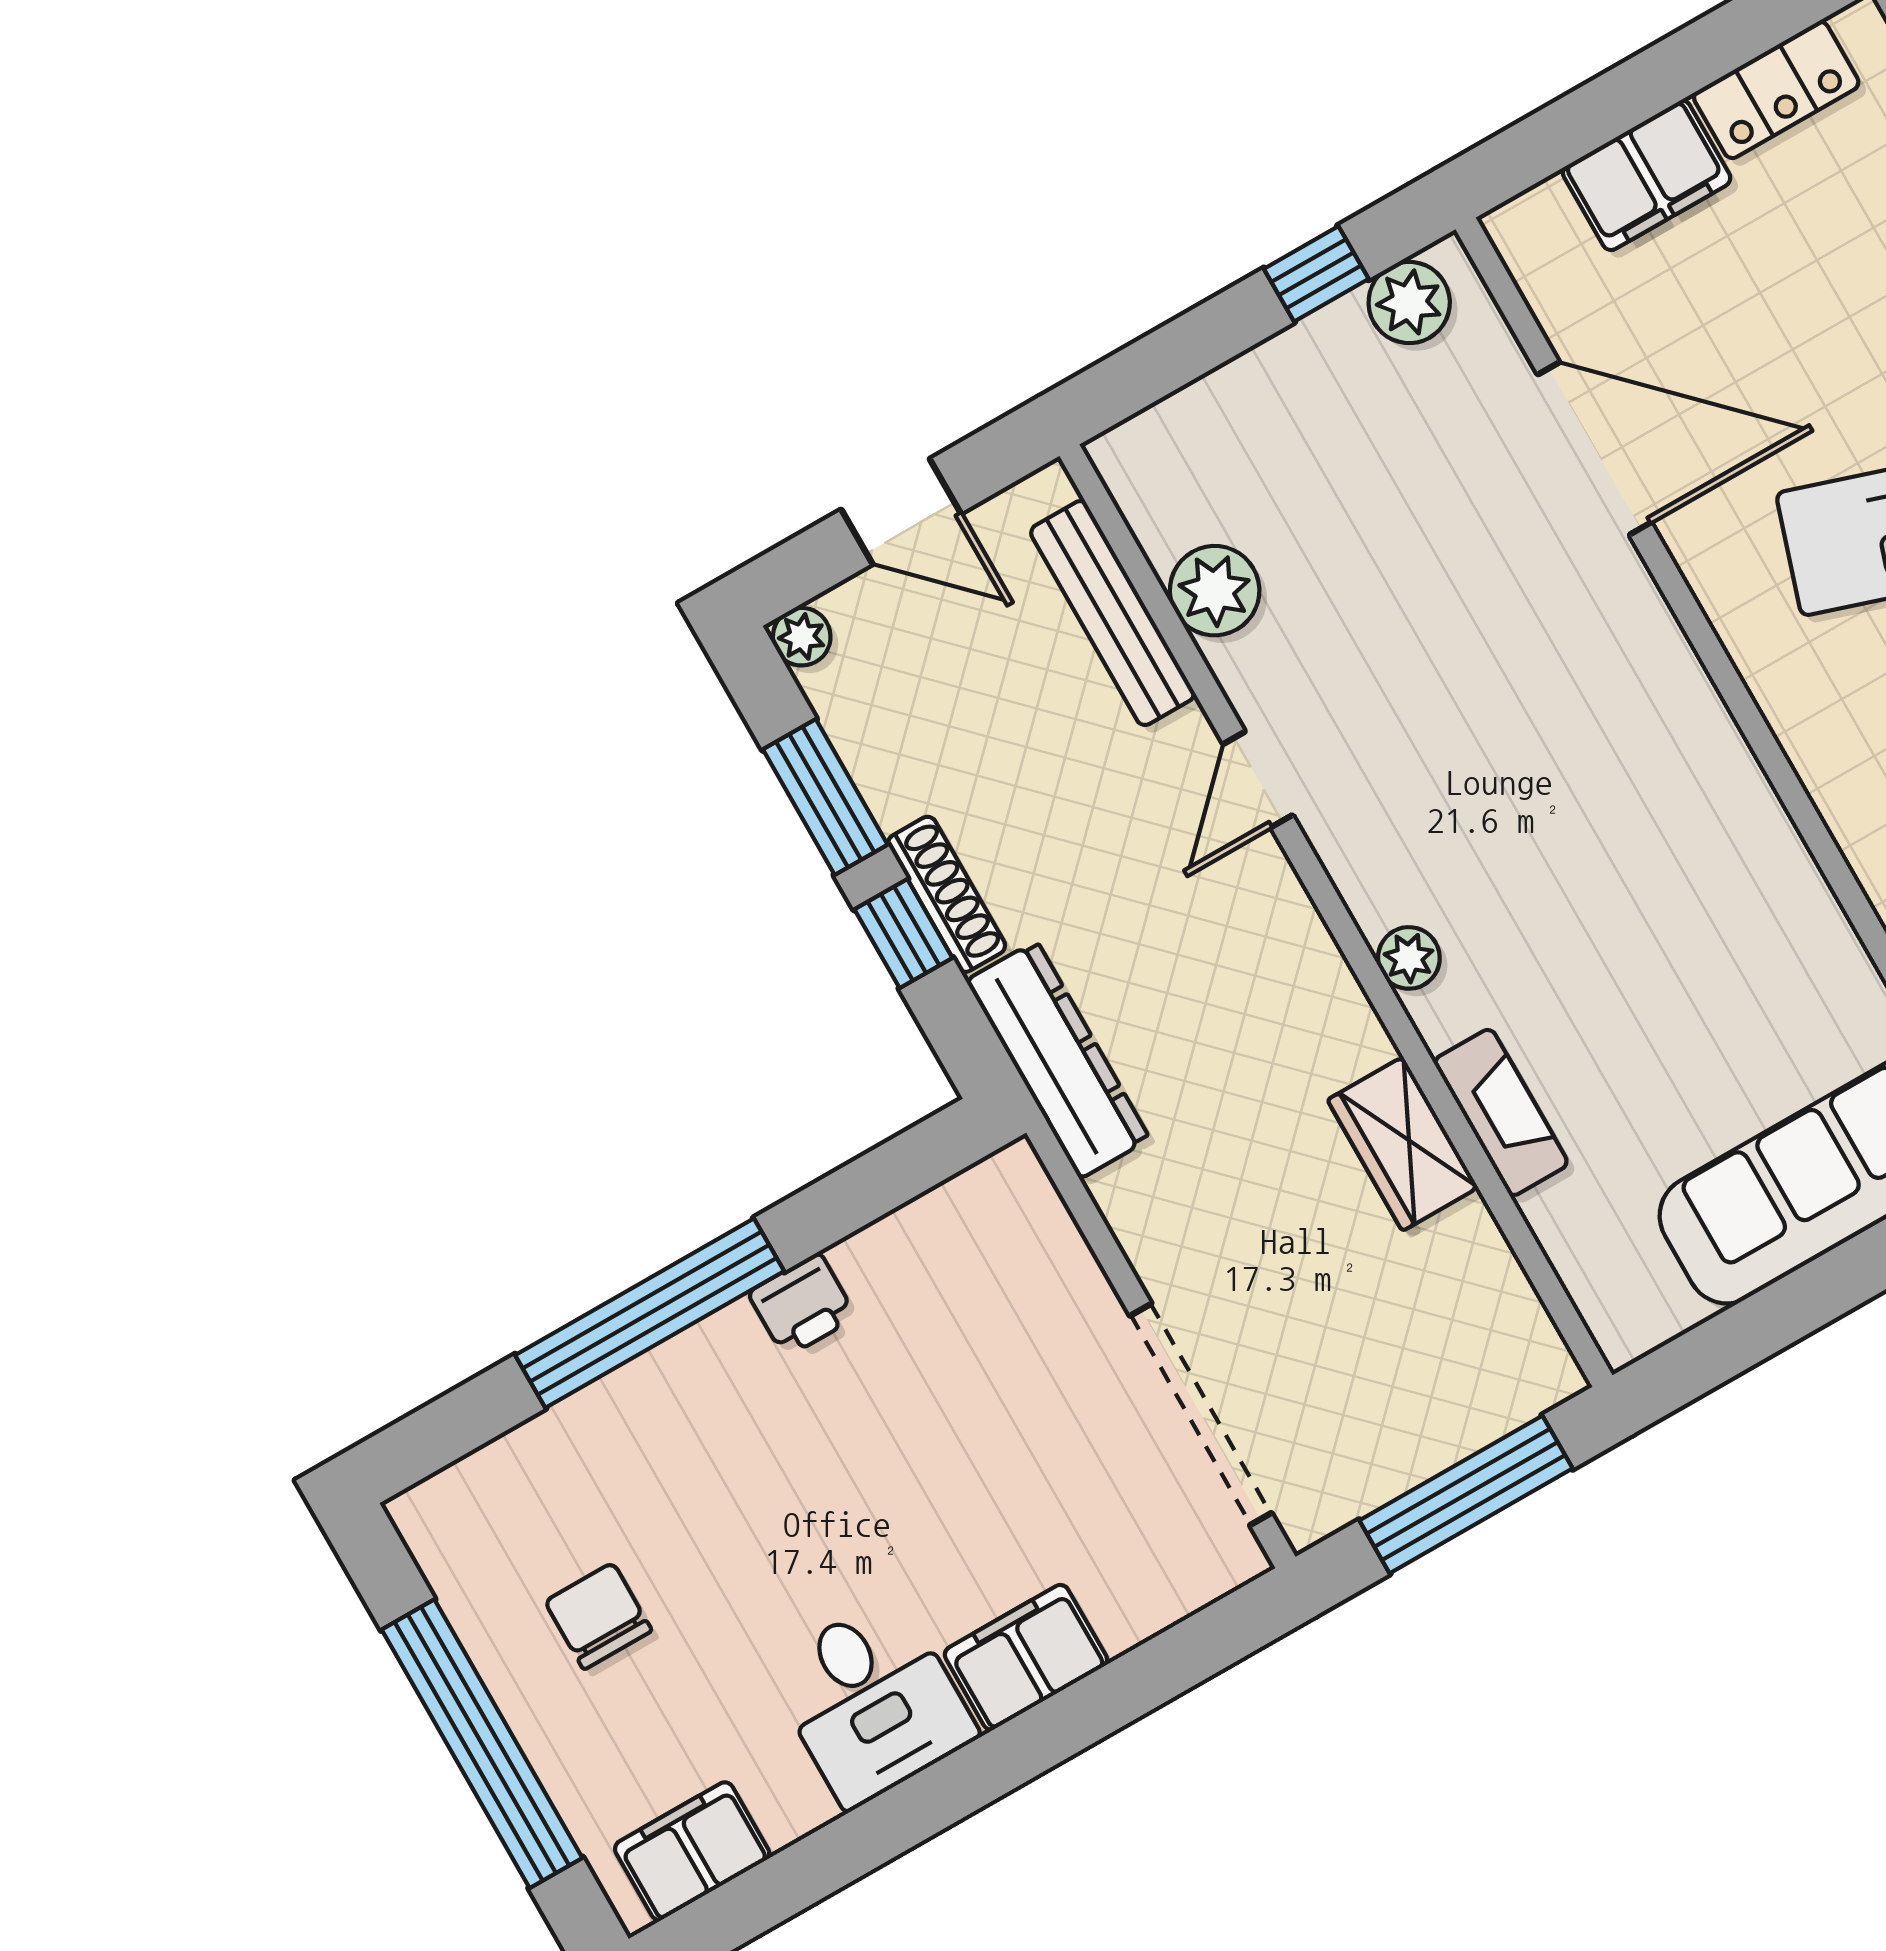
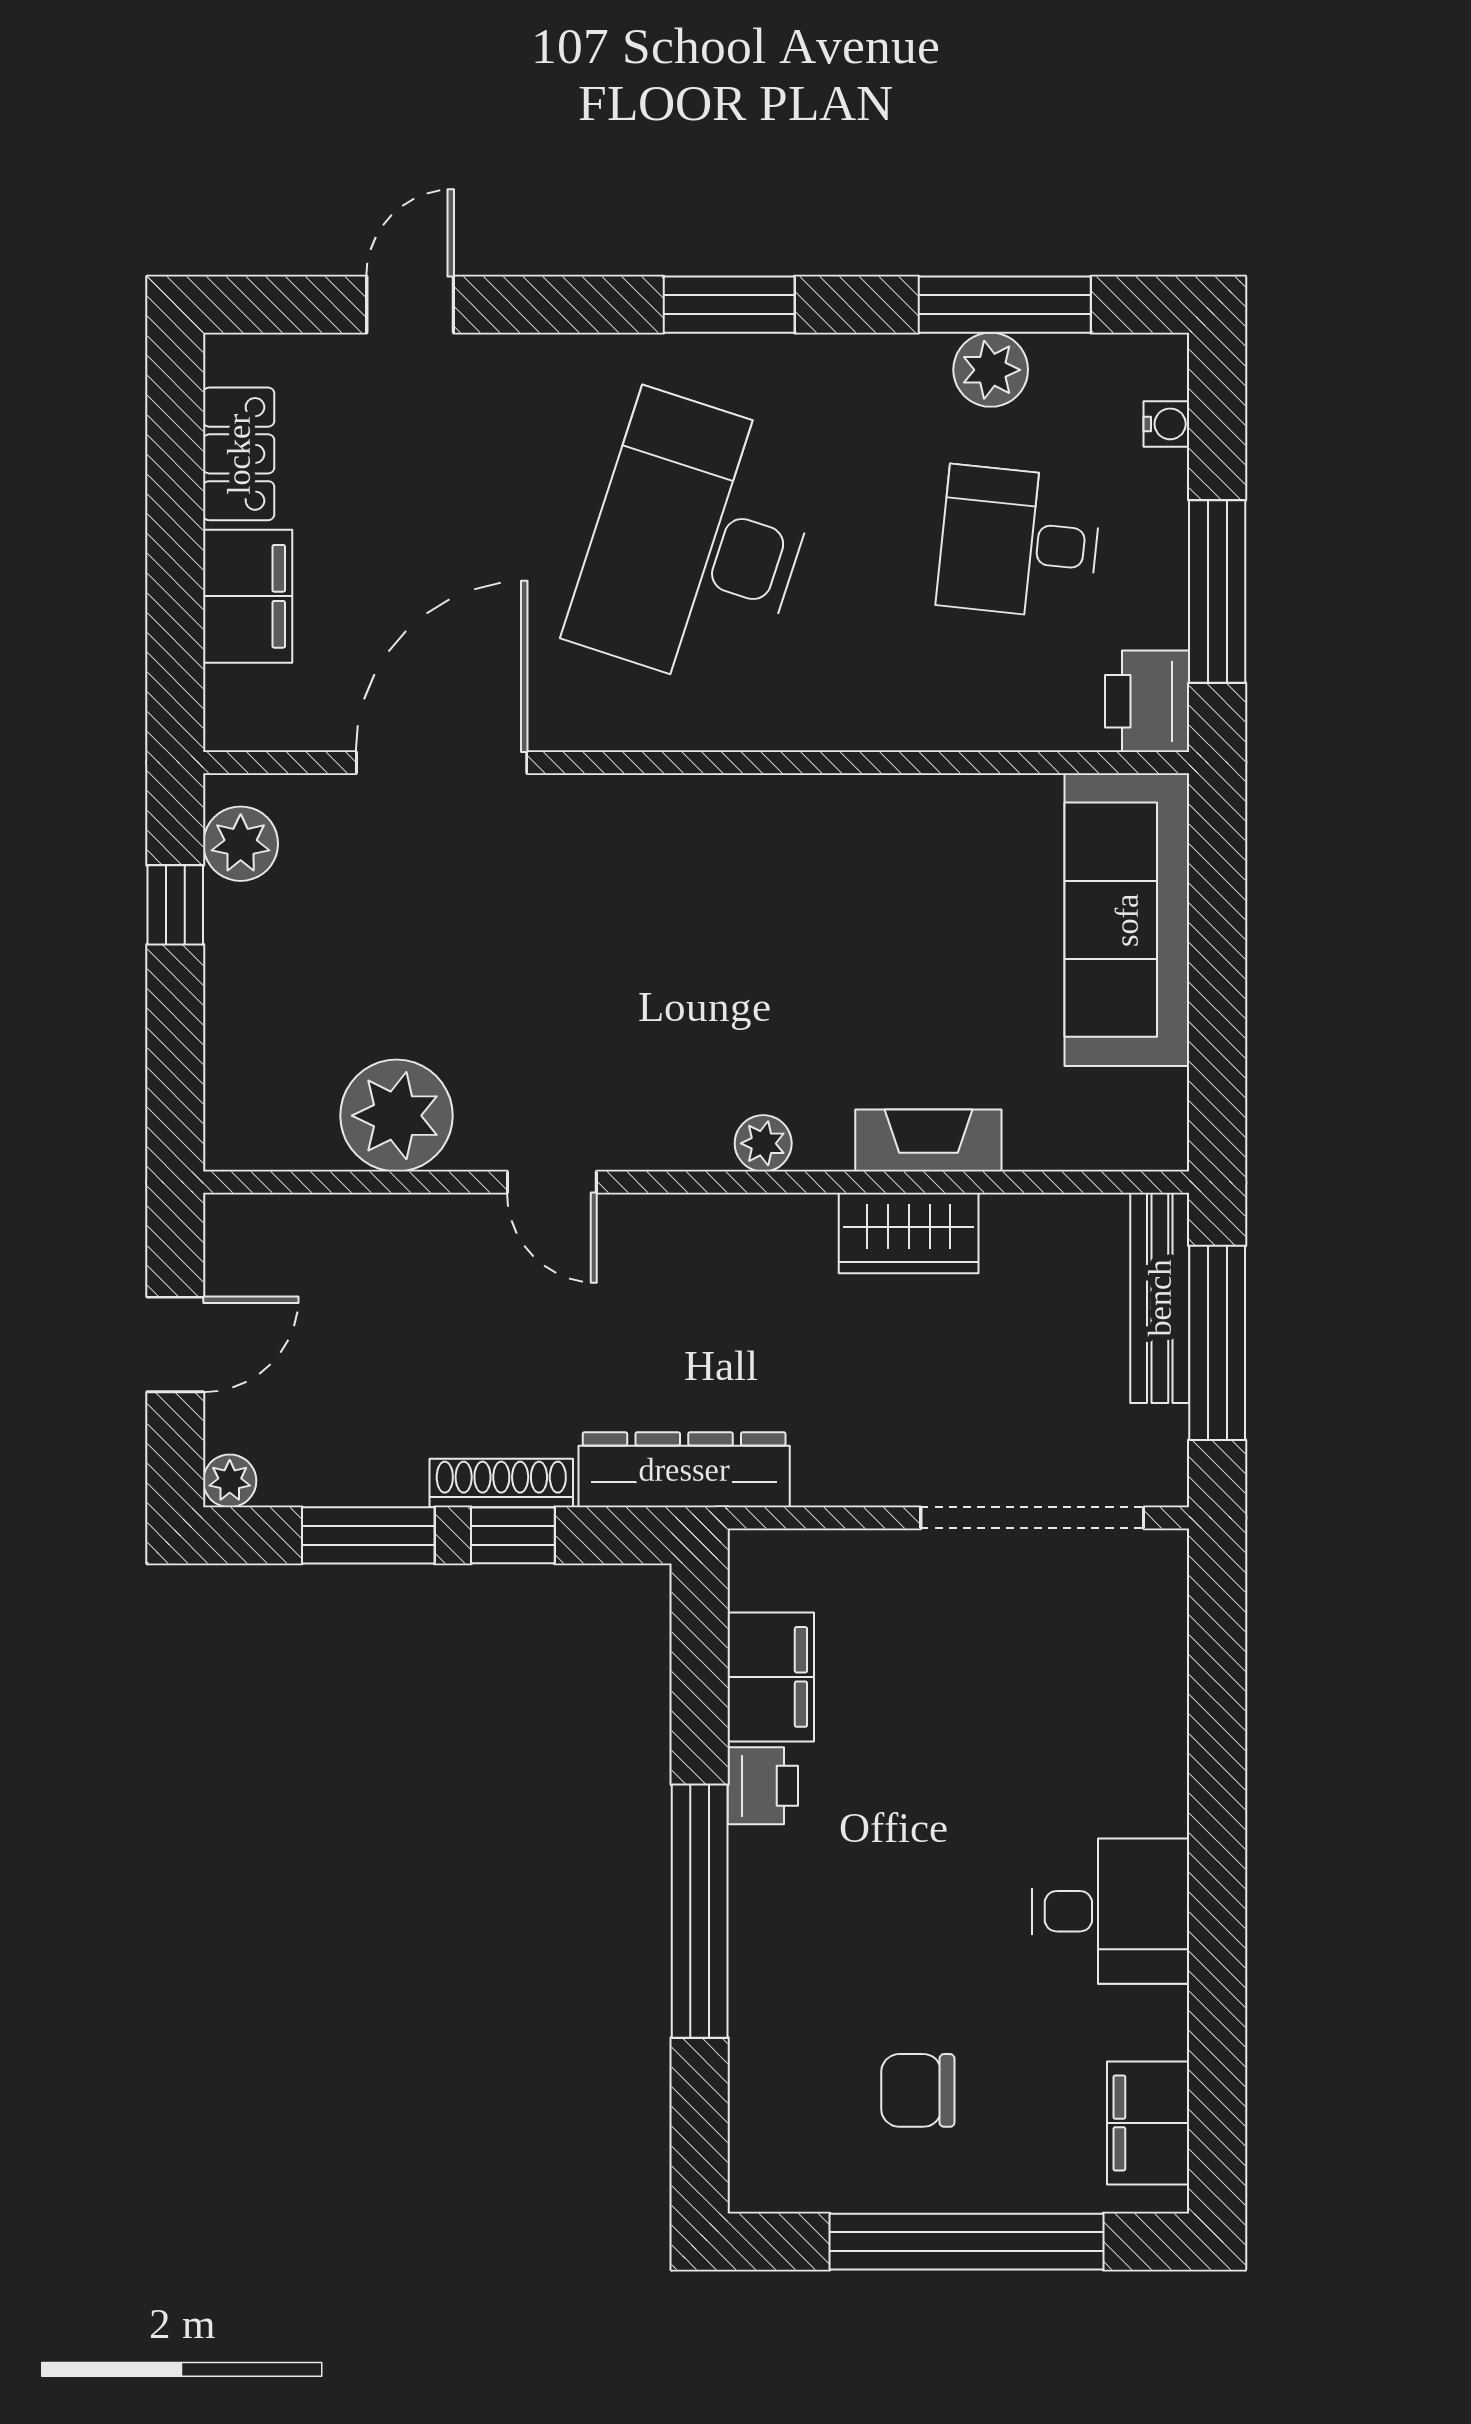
plant: (1215, 591) -> (396, 1116), width x1.36, depth x1.36
bench: (1113, 613) -> (1160, 1298), moved, turned 90
filing cabinet: (1026, 1657) -> (771, 1677), moved, turned 180

